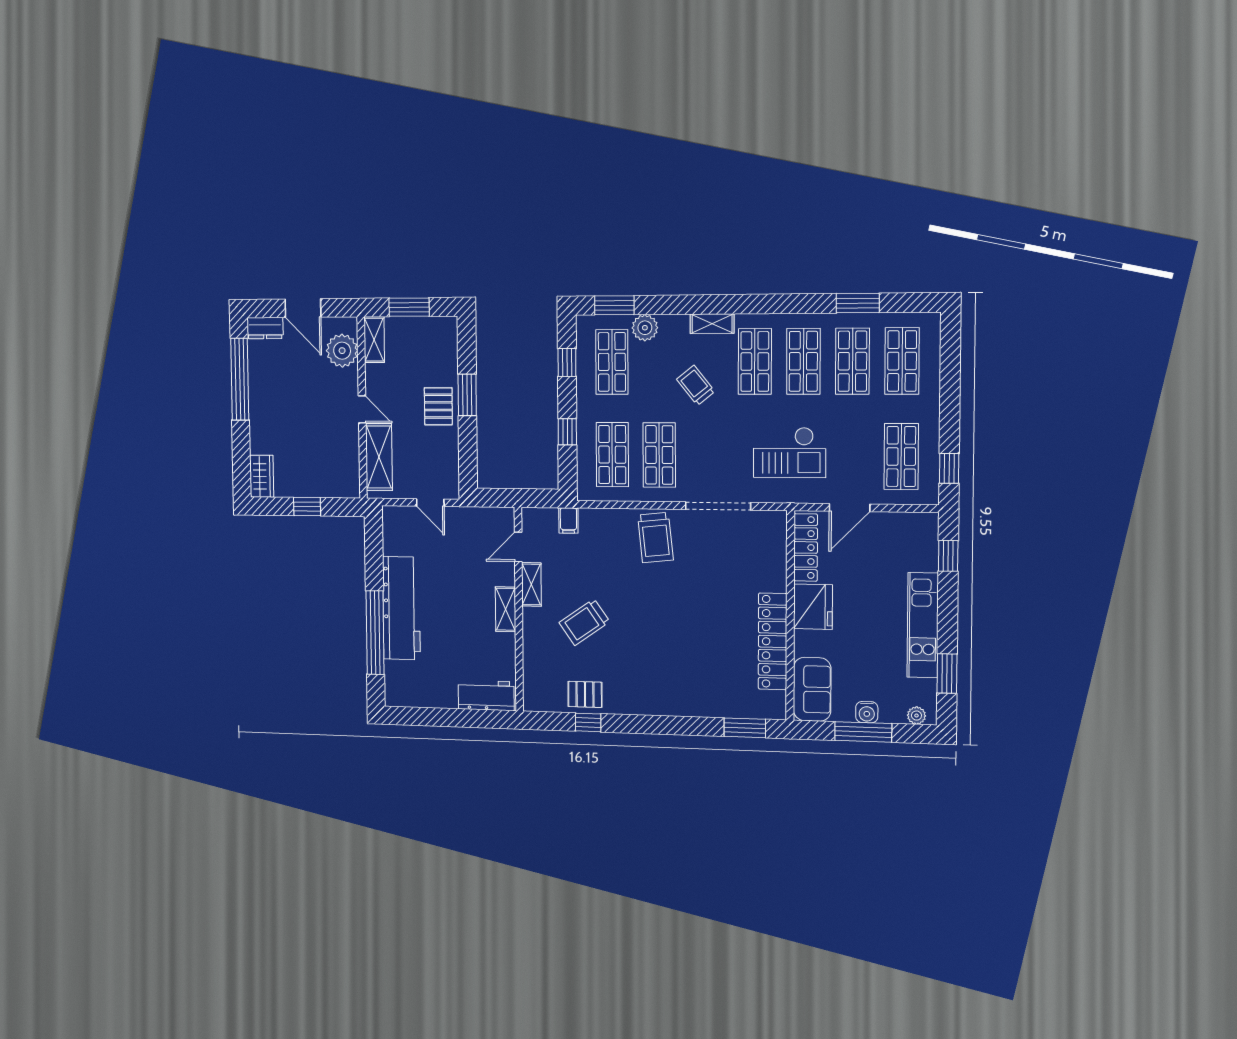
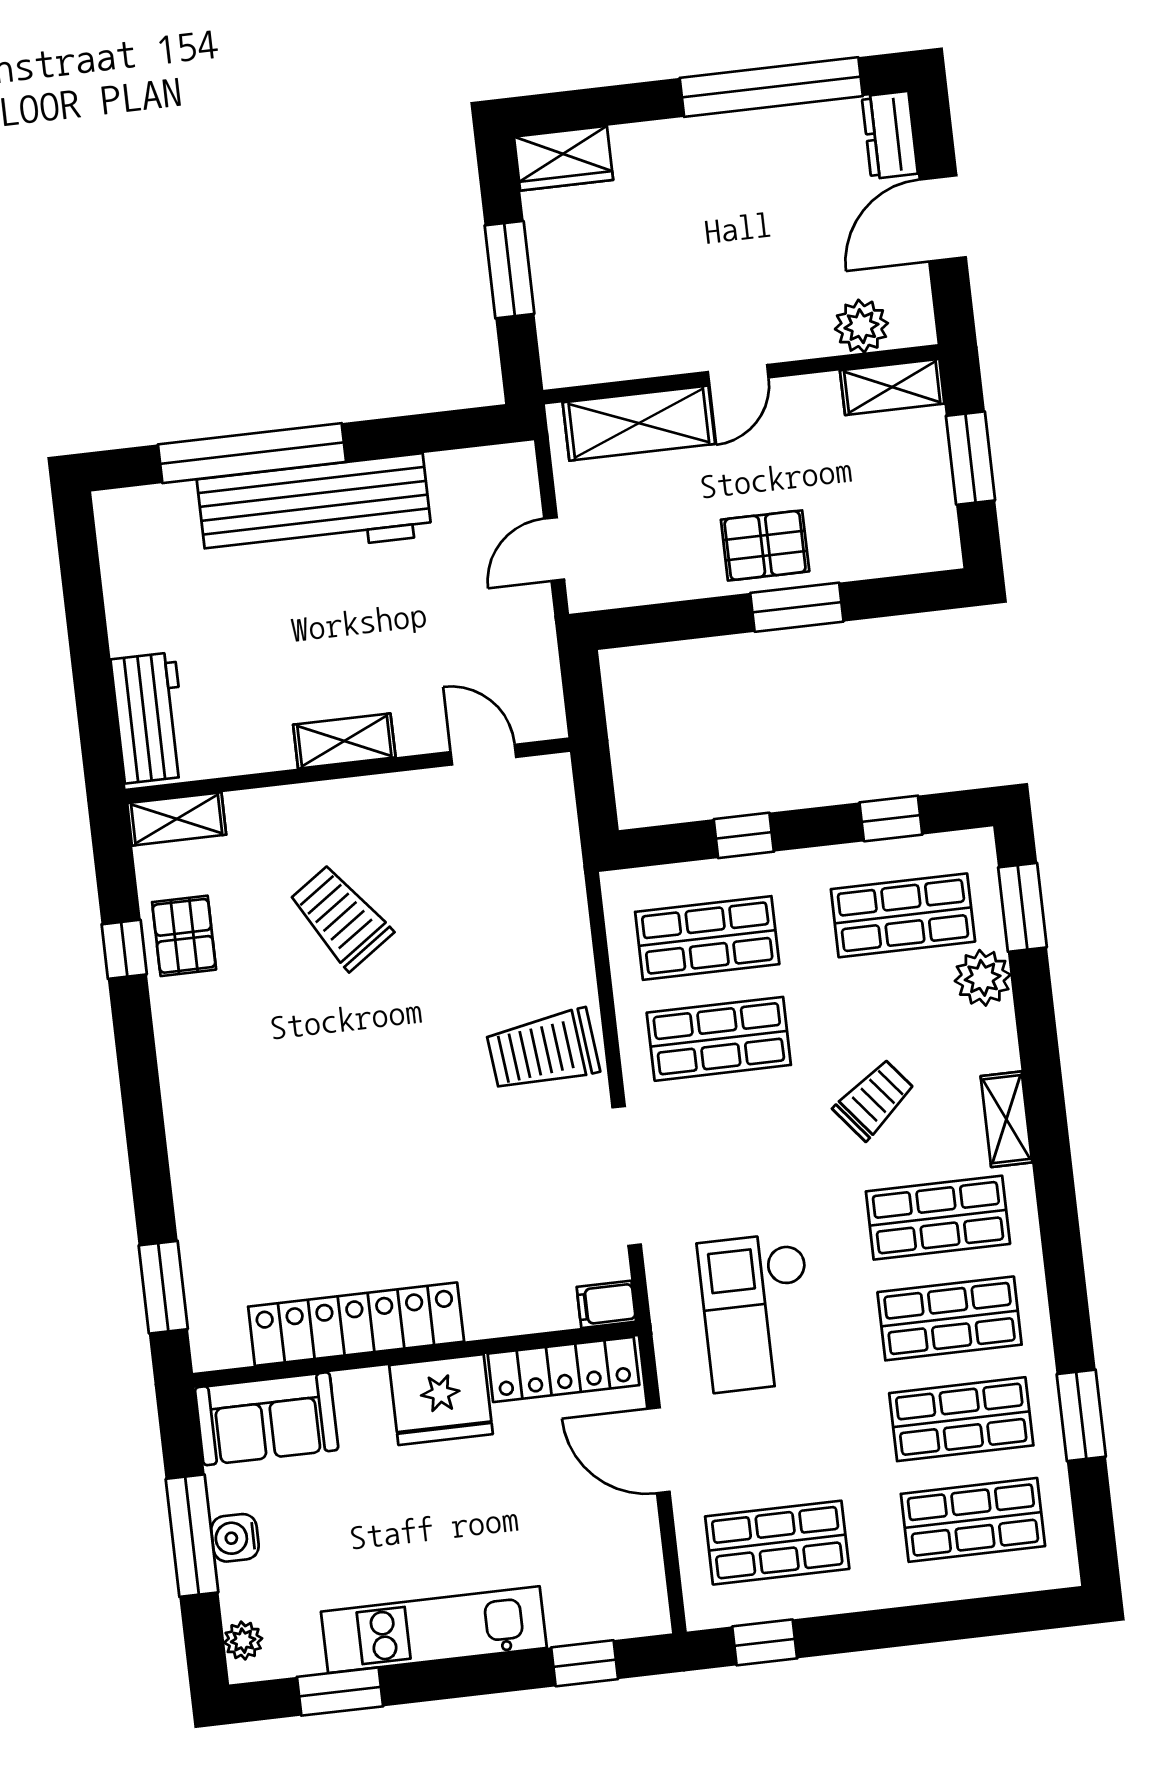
plant: (342, 351) -> (861, 326), width x0.73, depth x0.73
window: (307, 507) -> (509, 270), width x1.50
filing cabinet: (568, 520) -> (606, 1304), moved
shelving: (531, 584) -> (177, 819), moved

